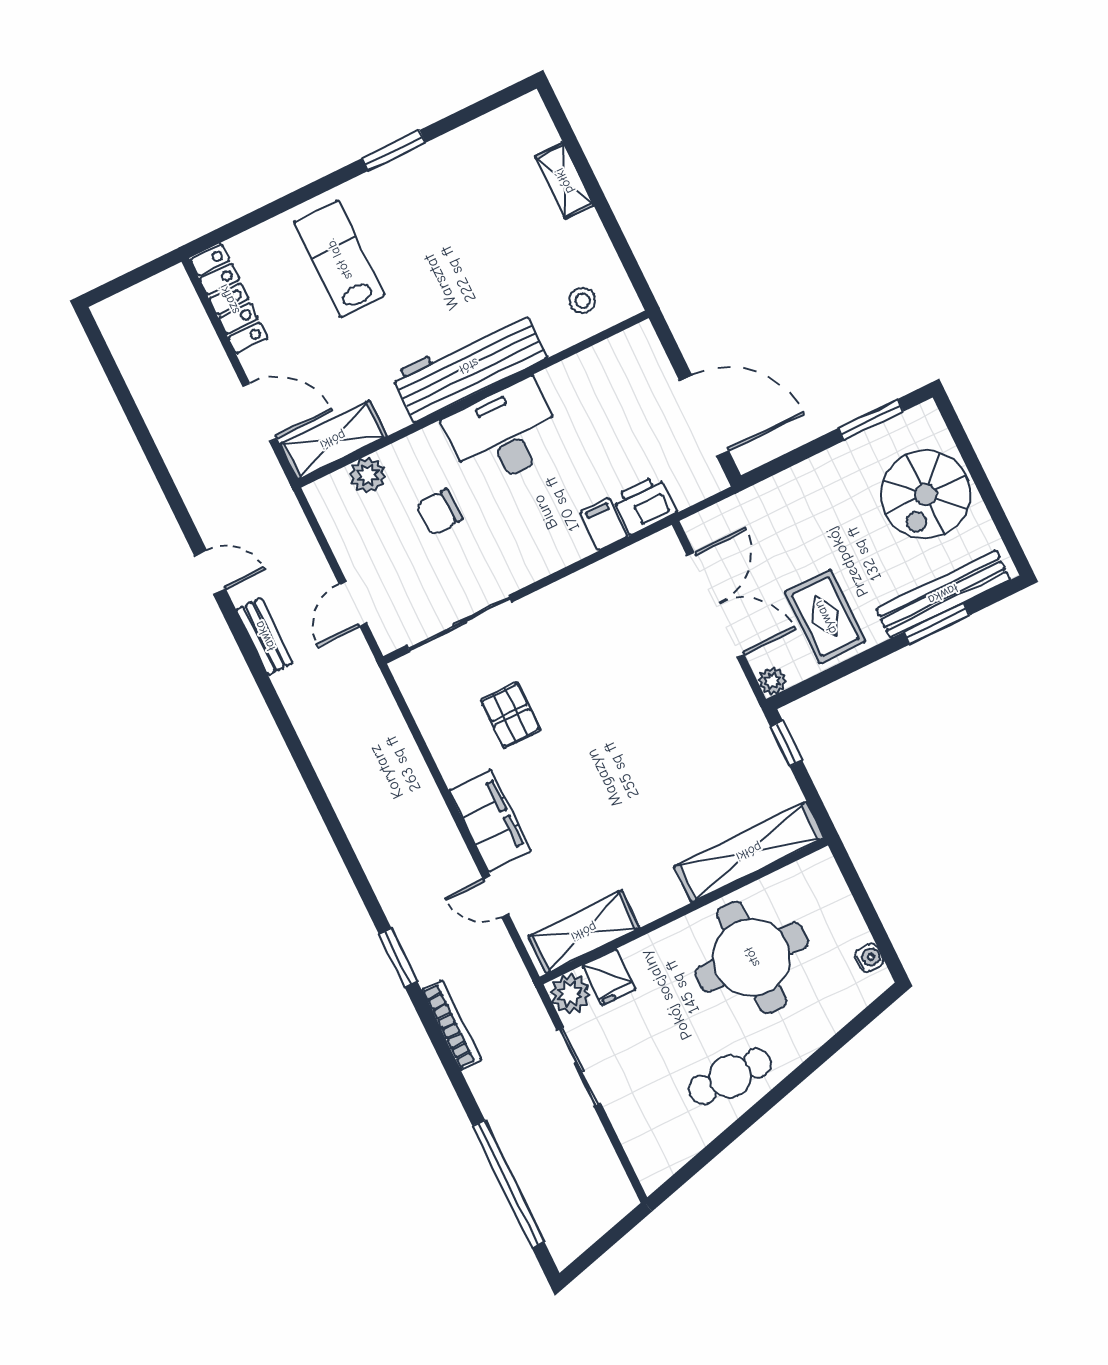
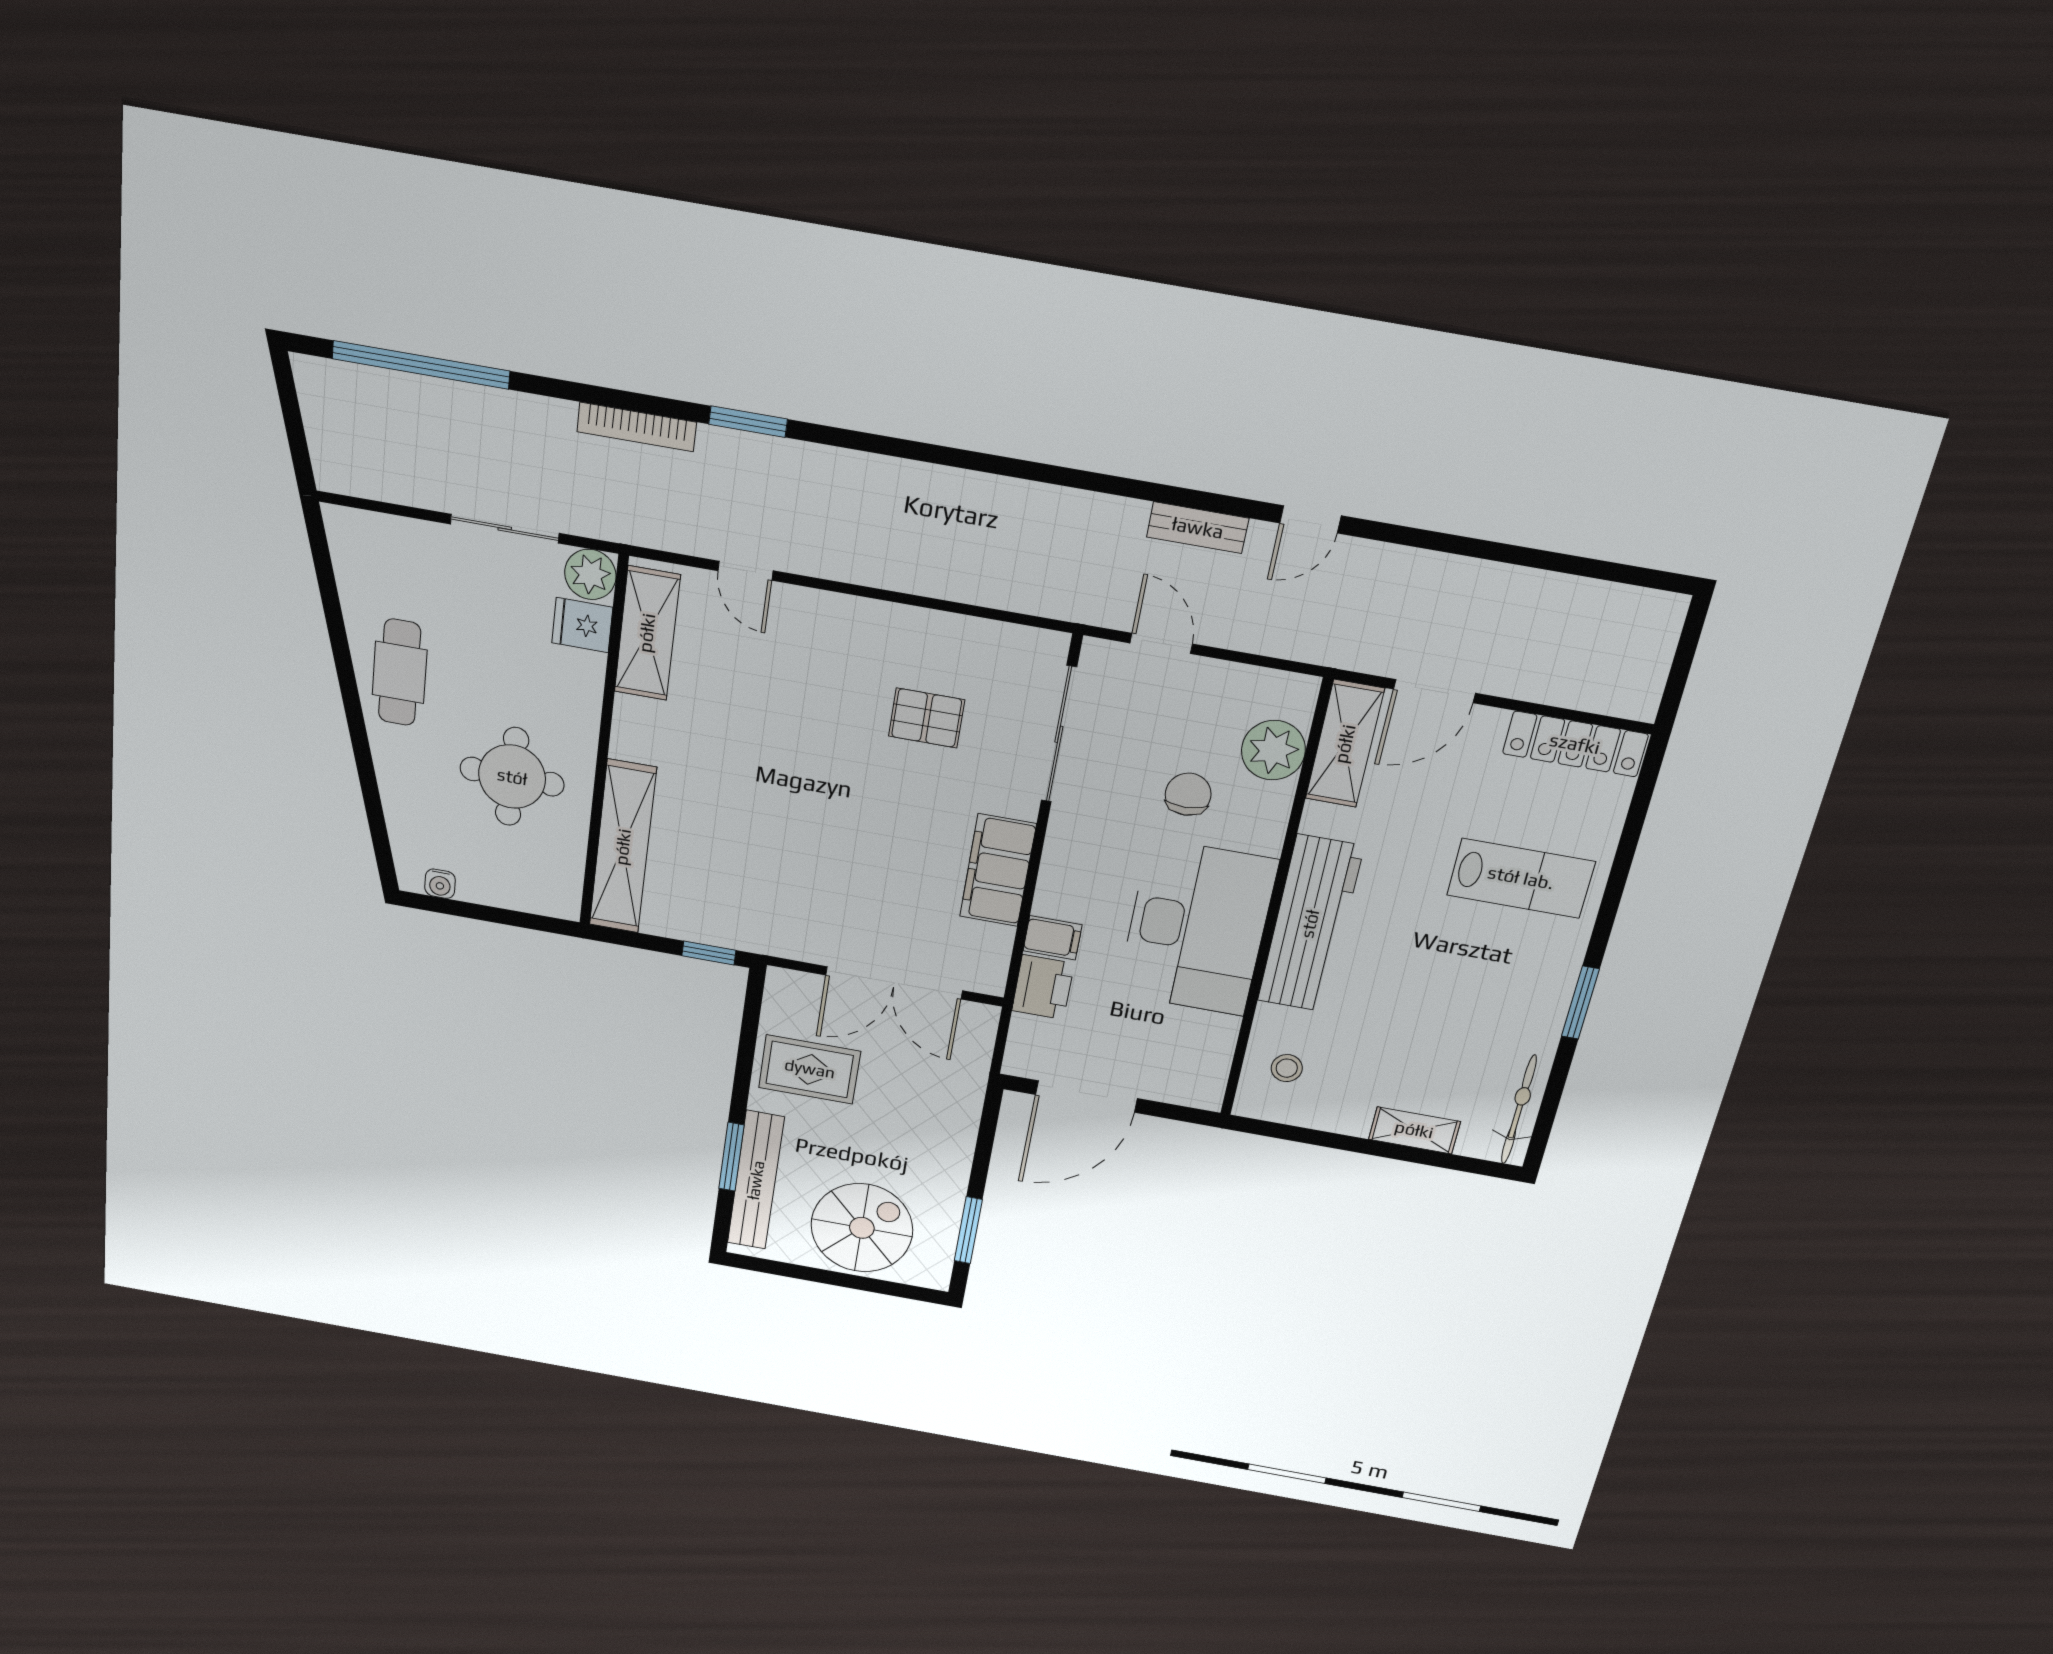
bicycle: (498, 126) -> (1519, 1110), added
desk: (504, 434) -> (1197, 928), width x1.36, depth x1.30
plant: (368, 475) -> (1273, 750), width x1.36, depth x1.36
spiral stairs: (926, 494) -> (862, 1228), turned 90
plant: (772, 681) -> (781, 982), removed
filing cabinet: (490, 821) -> (998, 870), moved, turned 90
door: (496, 897) -> (745, 571), swing flipped
round table: (752, 957) -> (512, 777), width x0.73, depth x0.73

